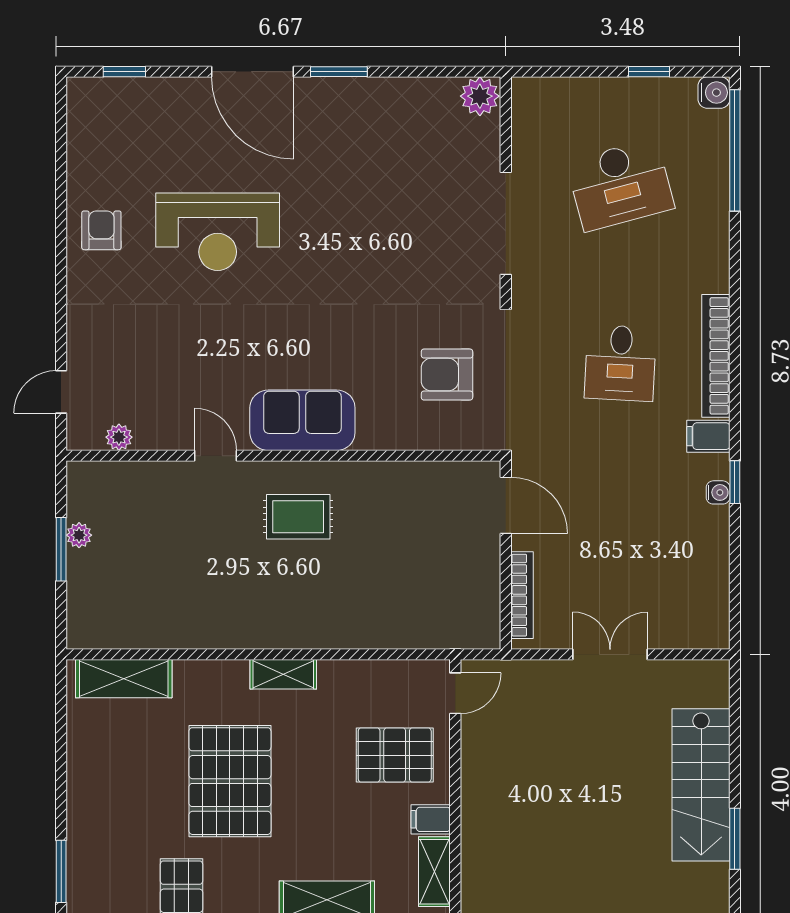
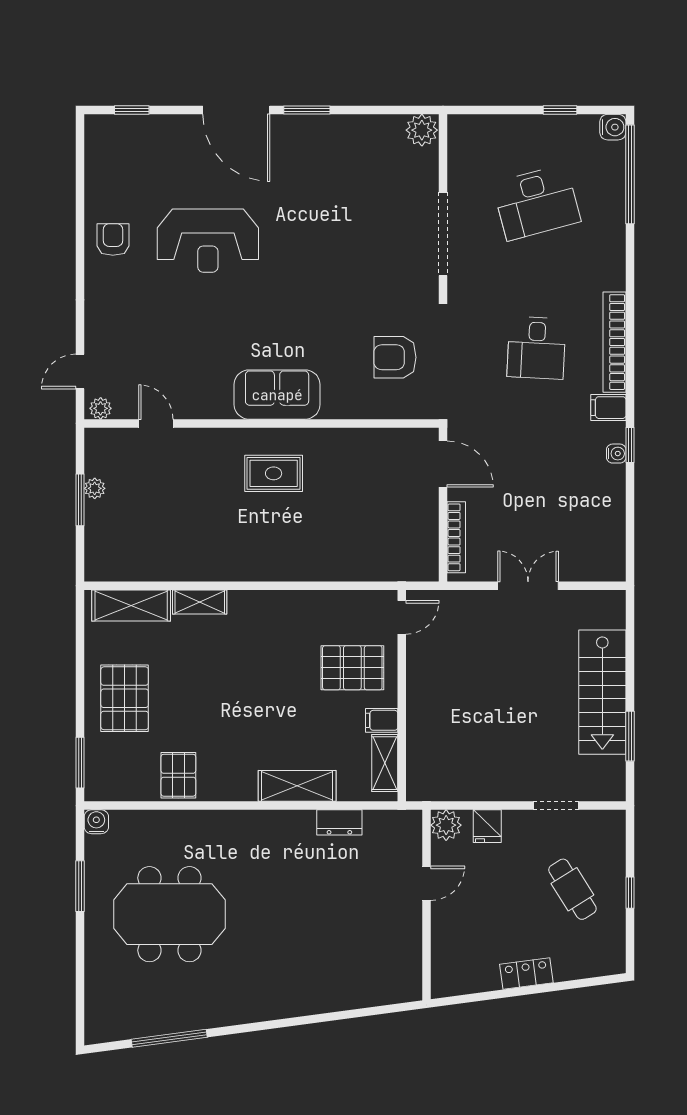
plant: (119, 437) -> (101, 408), moved
door: (216, 456) -> (156, 423), moved
shelving: (283, 674) -> (200, 602), moved
pallet: (230, 781) -> (125, 698), moved, width x0.73, depth x0.71

